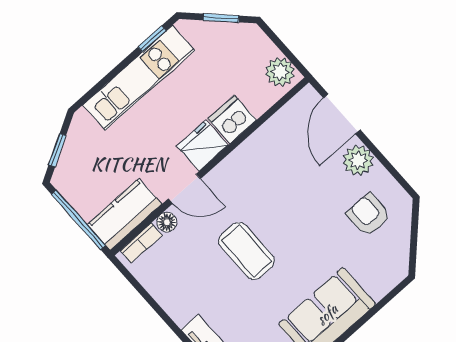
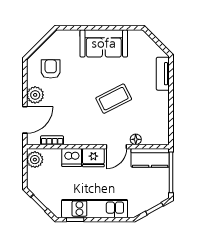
door: (184, 189) -> (116, 147), swing flipped
armchair: (369, 215) -> (51, 69), turned 180
bookcase: (141, 243) -> (52, 140), moved
coffee table: (246, 251) -> (114, 99), turned 63

